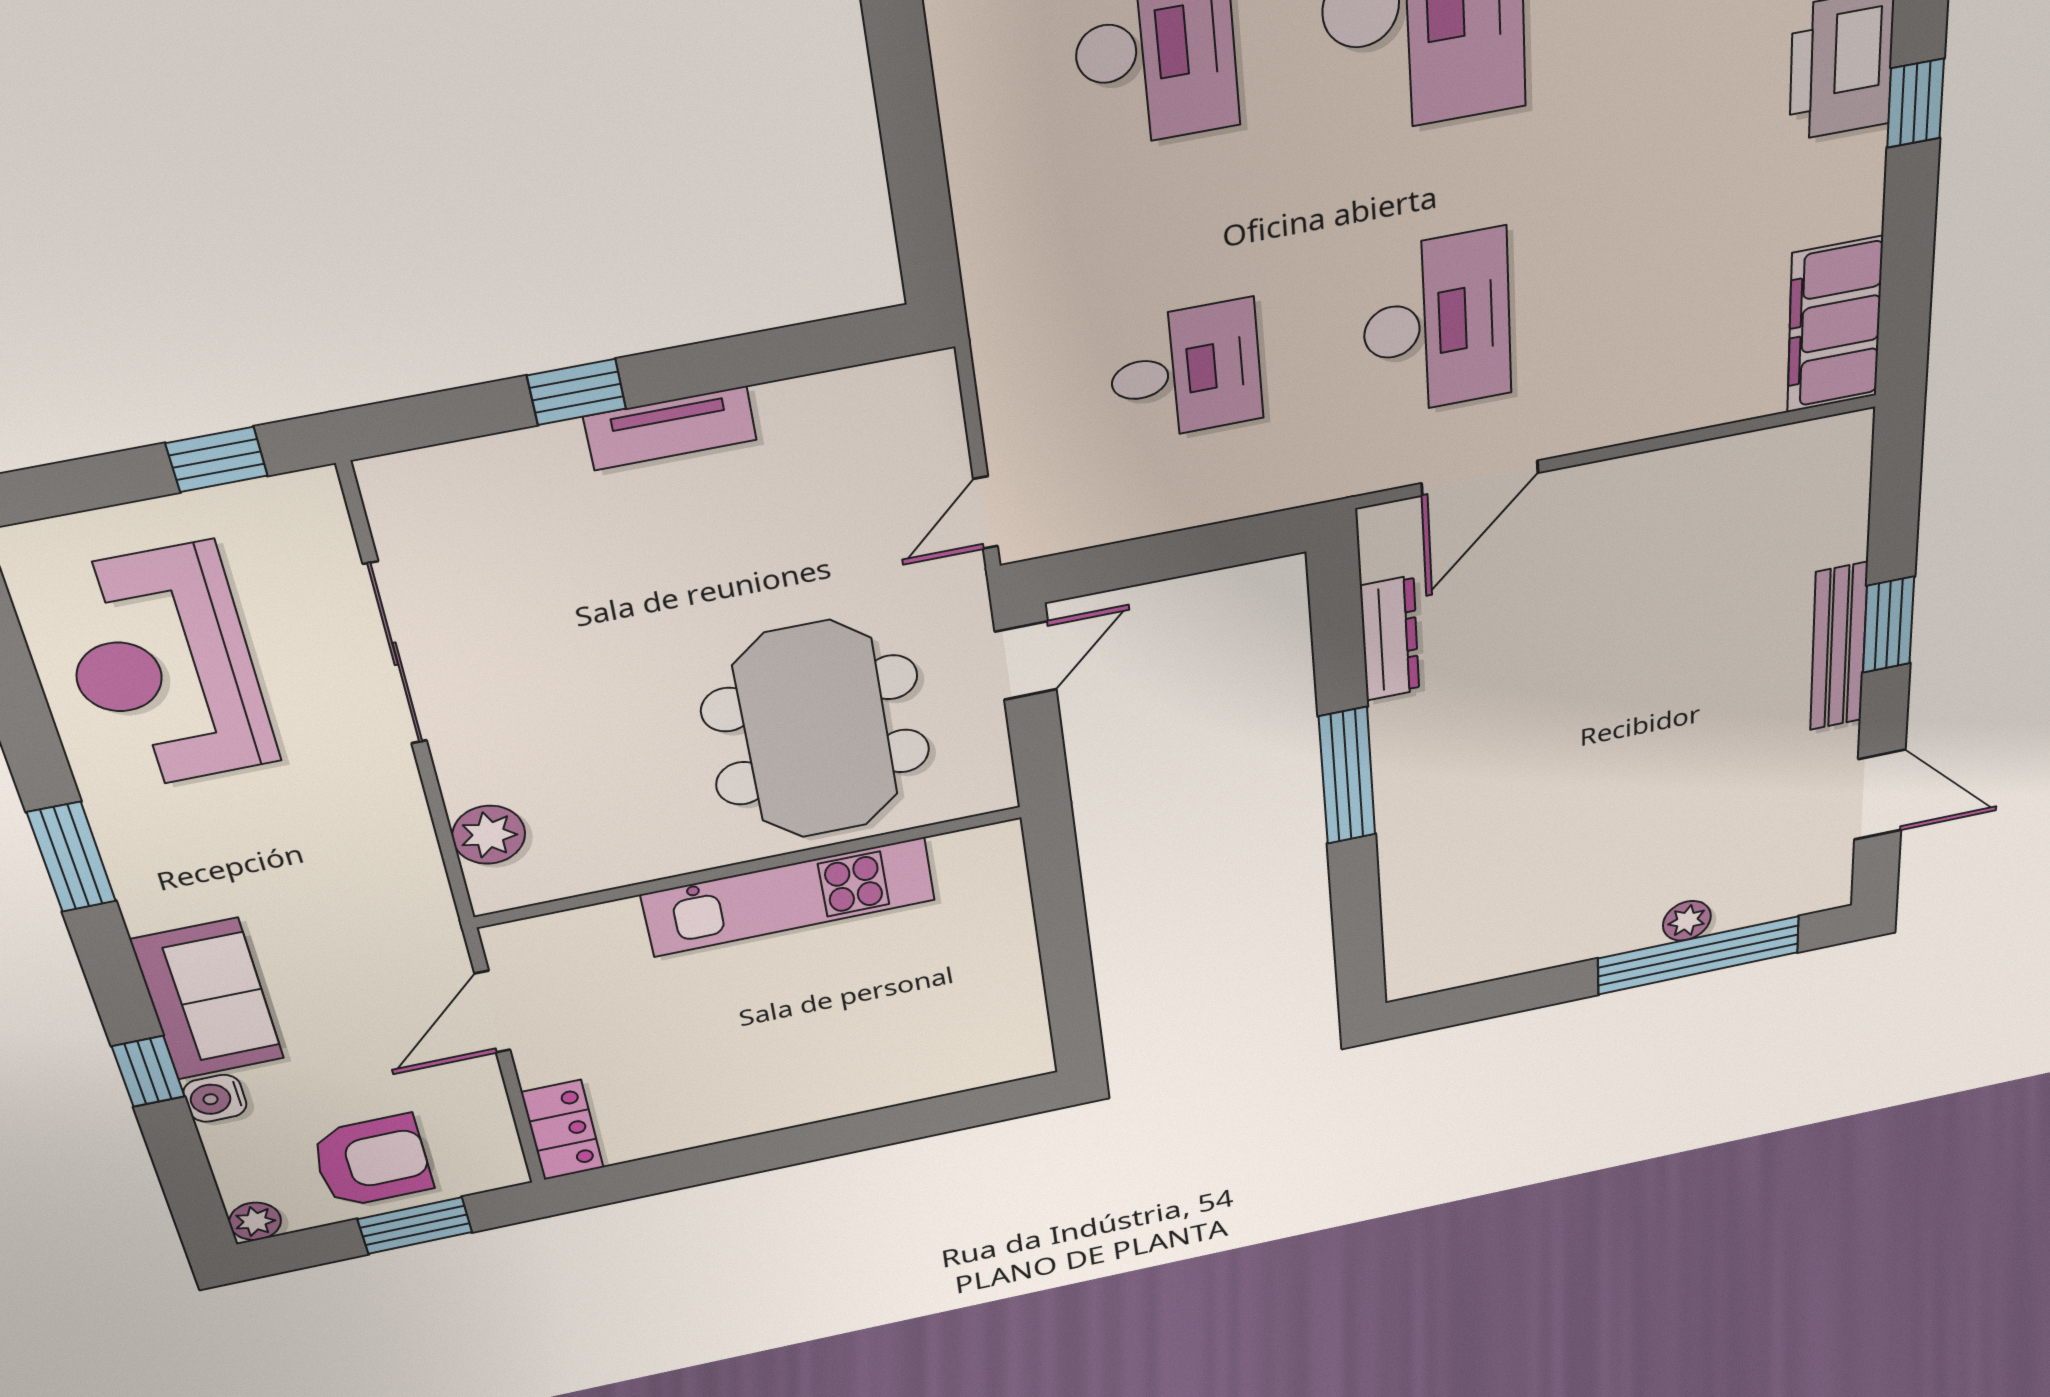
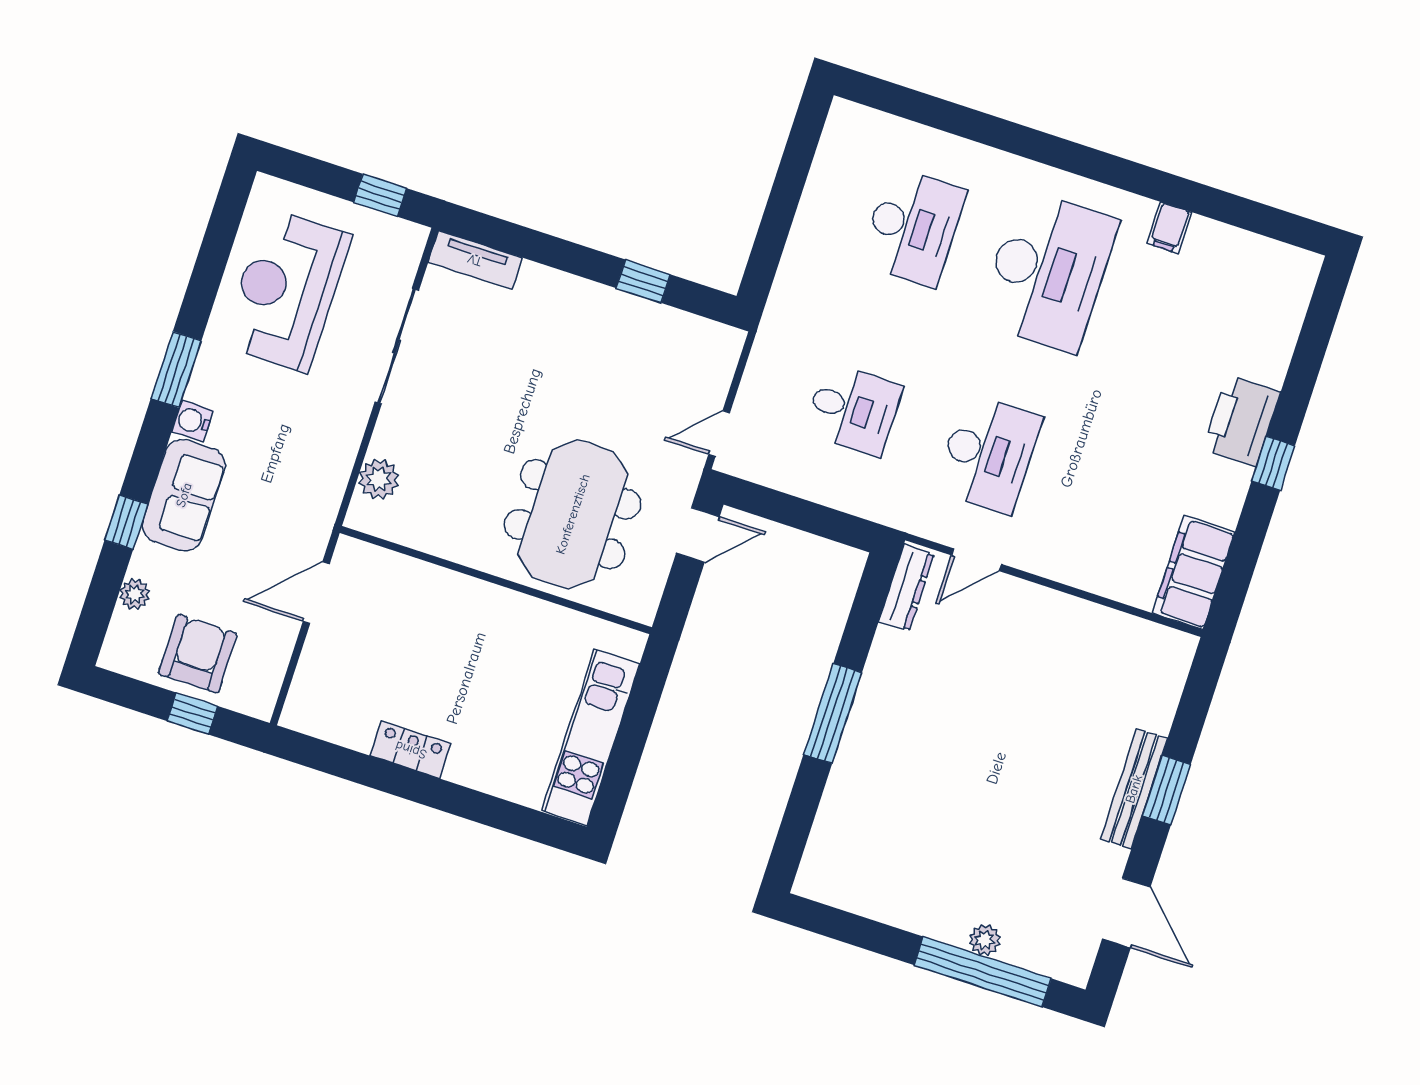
window: (576, 392) -> (643, 281), moved
tv unit: (670, 428) -> (475, 260), moved
door: (1480, 478) -> (976, 560), width x0.73
dresser: (1390, 638) -> (906, 588), moved
kitchen unit: (789, 897) -> (591, 737), moved, turned 90
water cooler: (215, 1098) -> (193, 421), moved
locker: (562, 1130) -> (411, 750), moved, turned -90
armchair: (372, 1161) -> (198, 654), turned -90
plant: (255, 1221) -> (135, 594), moved
window: (415, 1226) -> (192, 713), width x0.67

